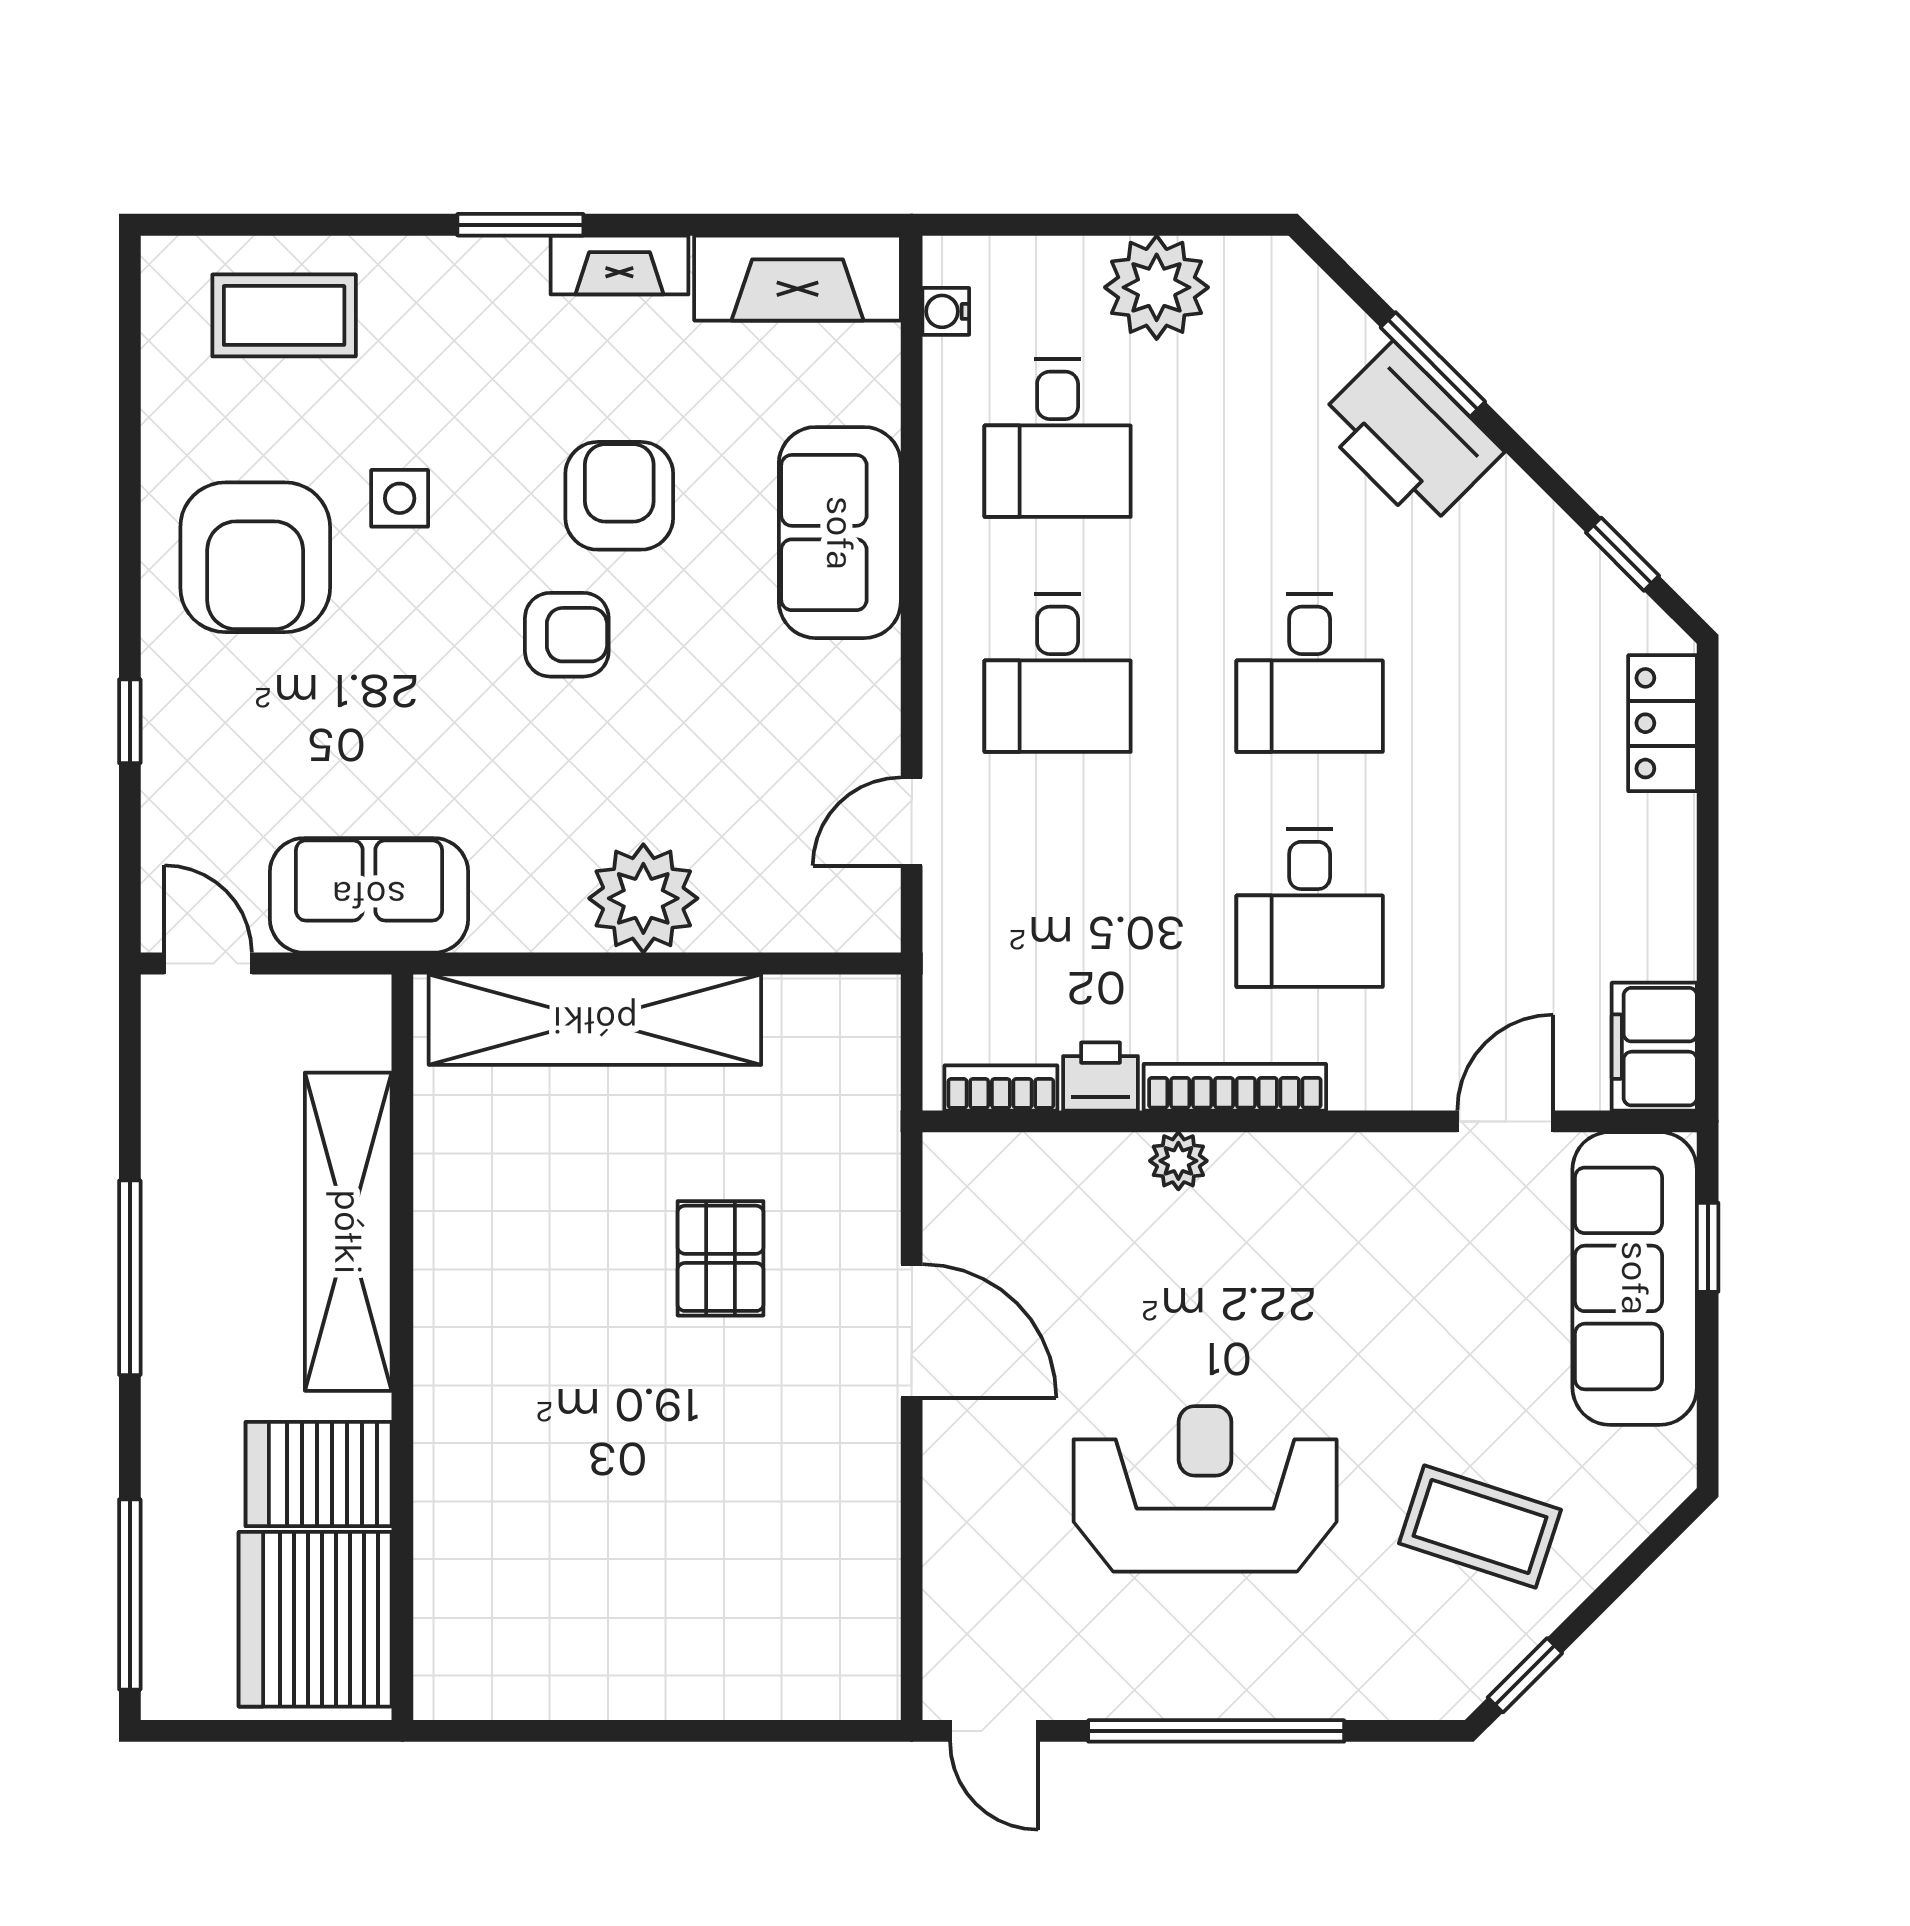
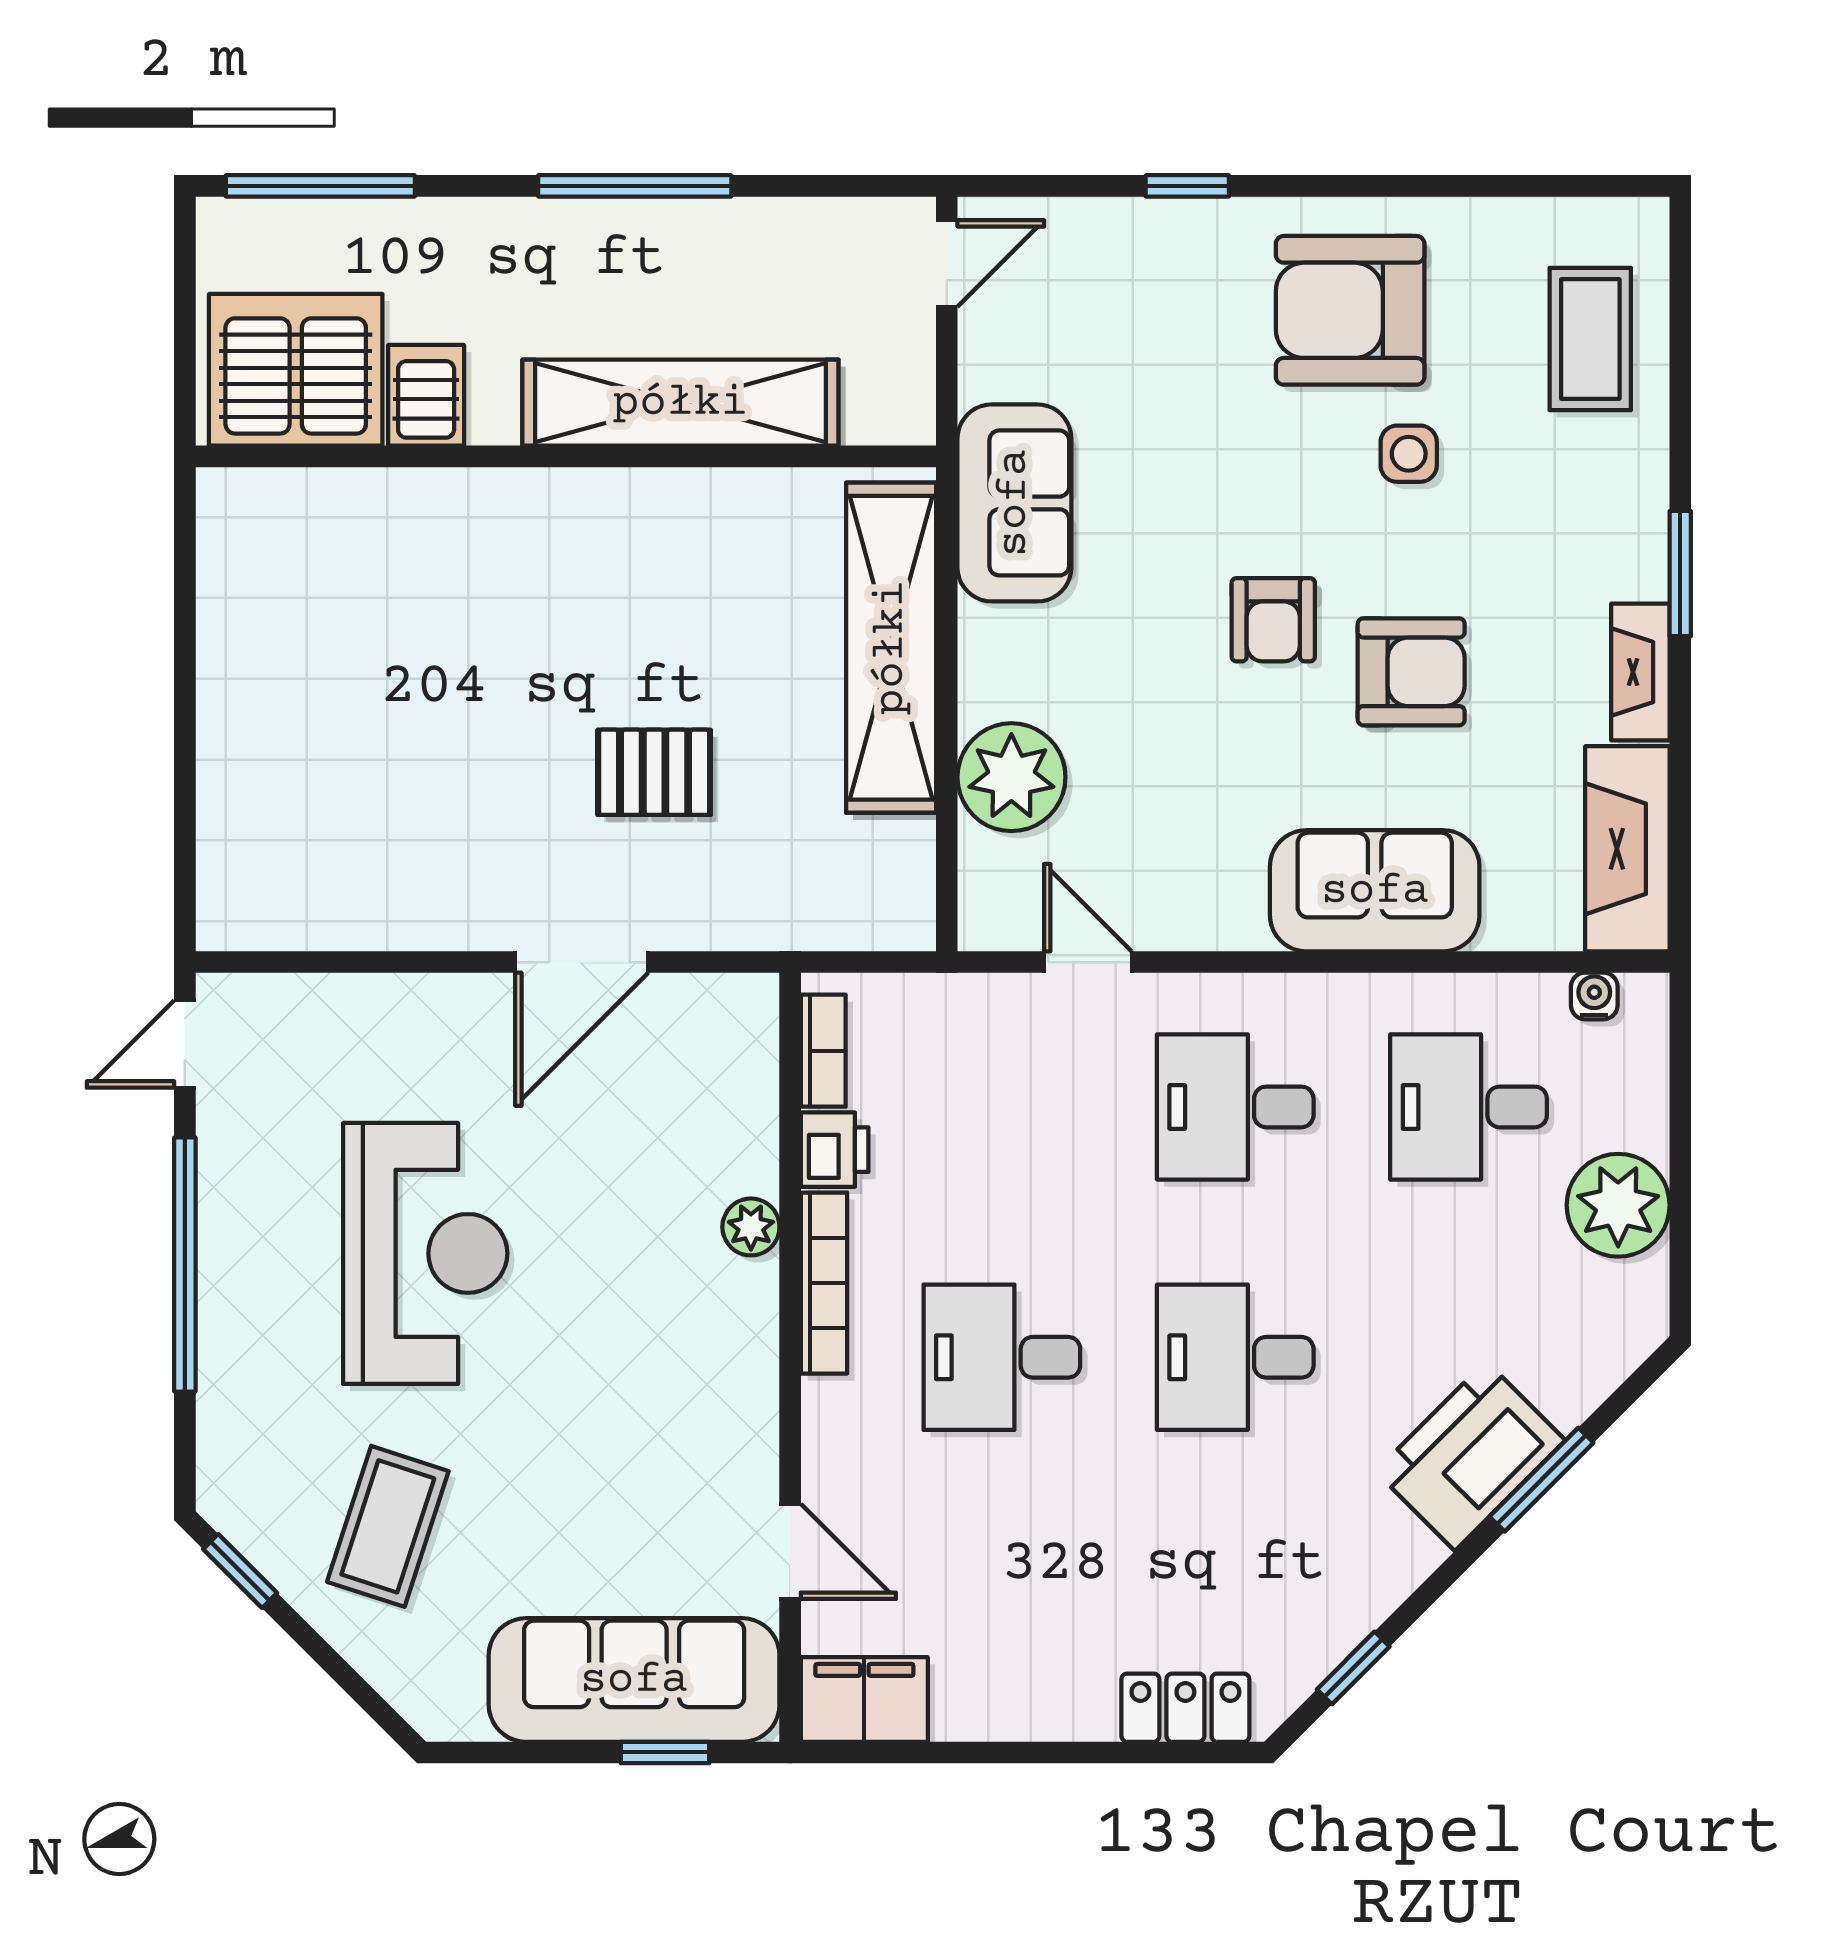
sofa: (369, 895) -> (1014, 503), moved
plant: (643, 898) -> (1011, 777), moved
server rack: (319, 1474) -> (426, 395), width x0.73, depth x0.70

